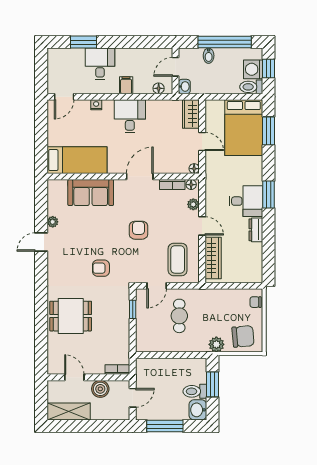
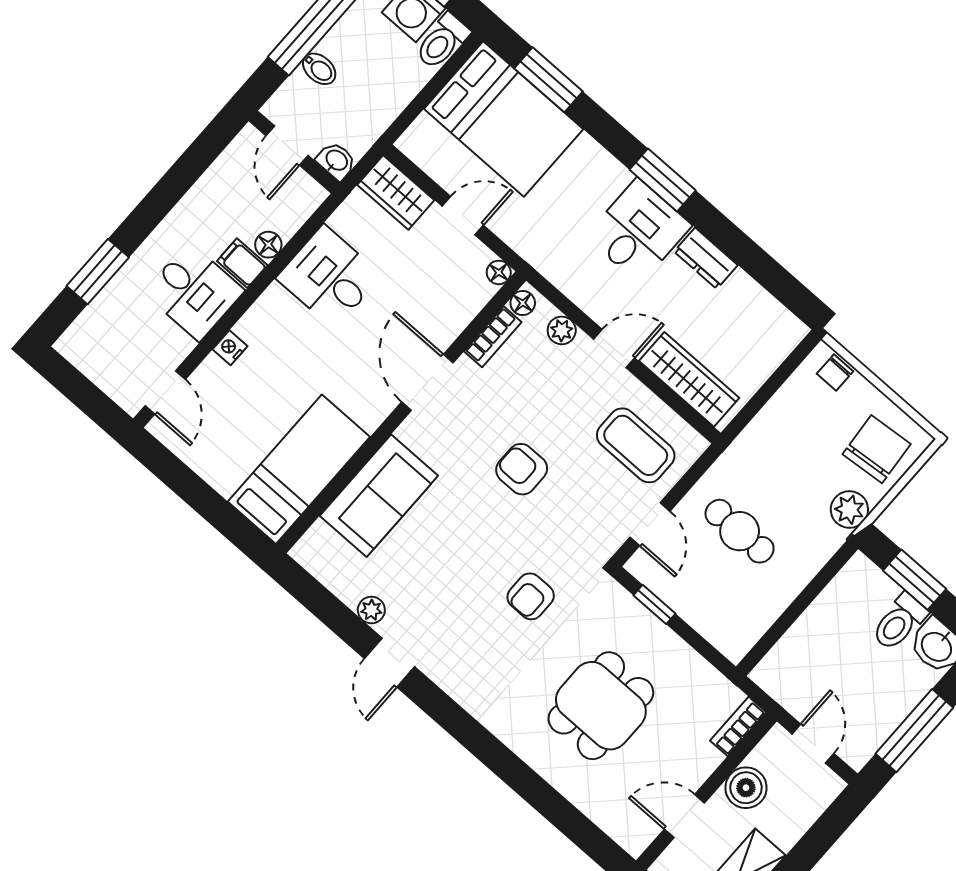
desk: (100, 64) -> (194, 292), moved, turned 180
floor lamp: (159, 88) -> (268, 245), moved
desk: (130, 116) -> (329, 277), moved
dining table: (71, 316) -> (601, 706), moved

